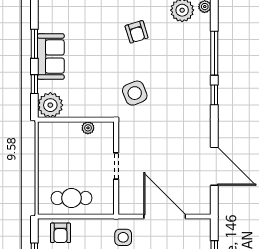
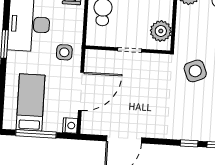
plant: (88, 128) -> (161, 31), width x1.88, depth x1.88
nightstand: (203, 226) -> (70, 125), added

